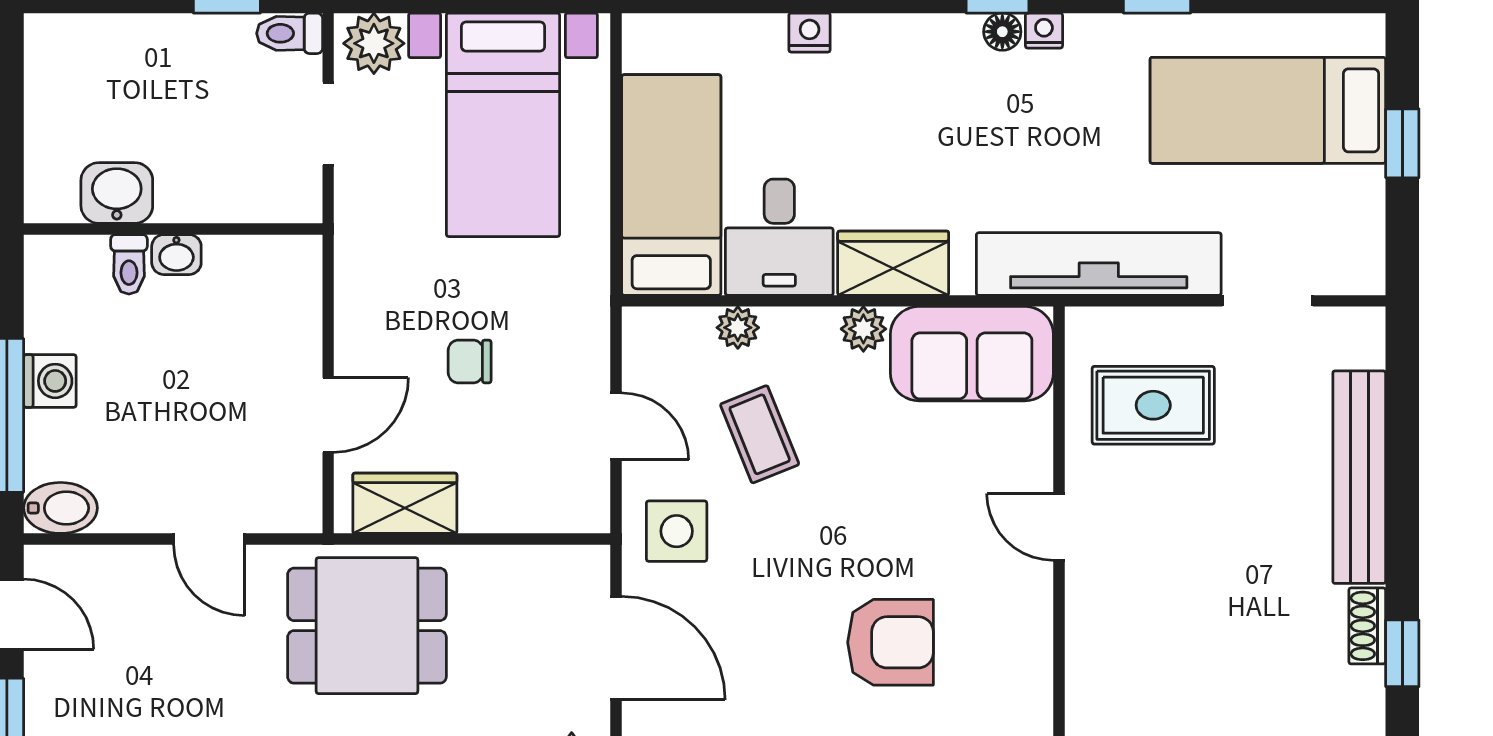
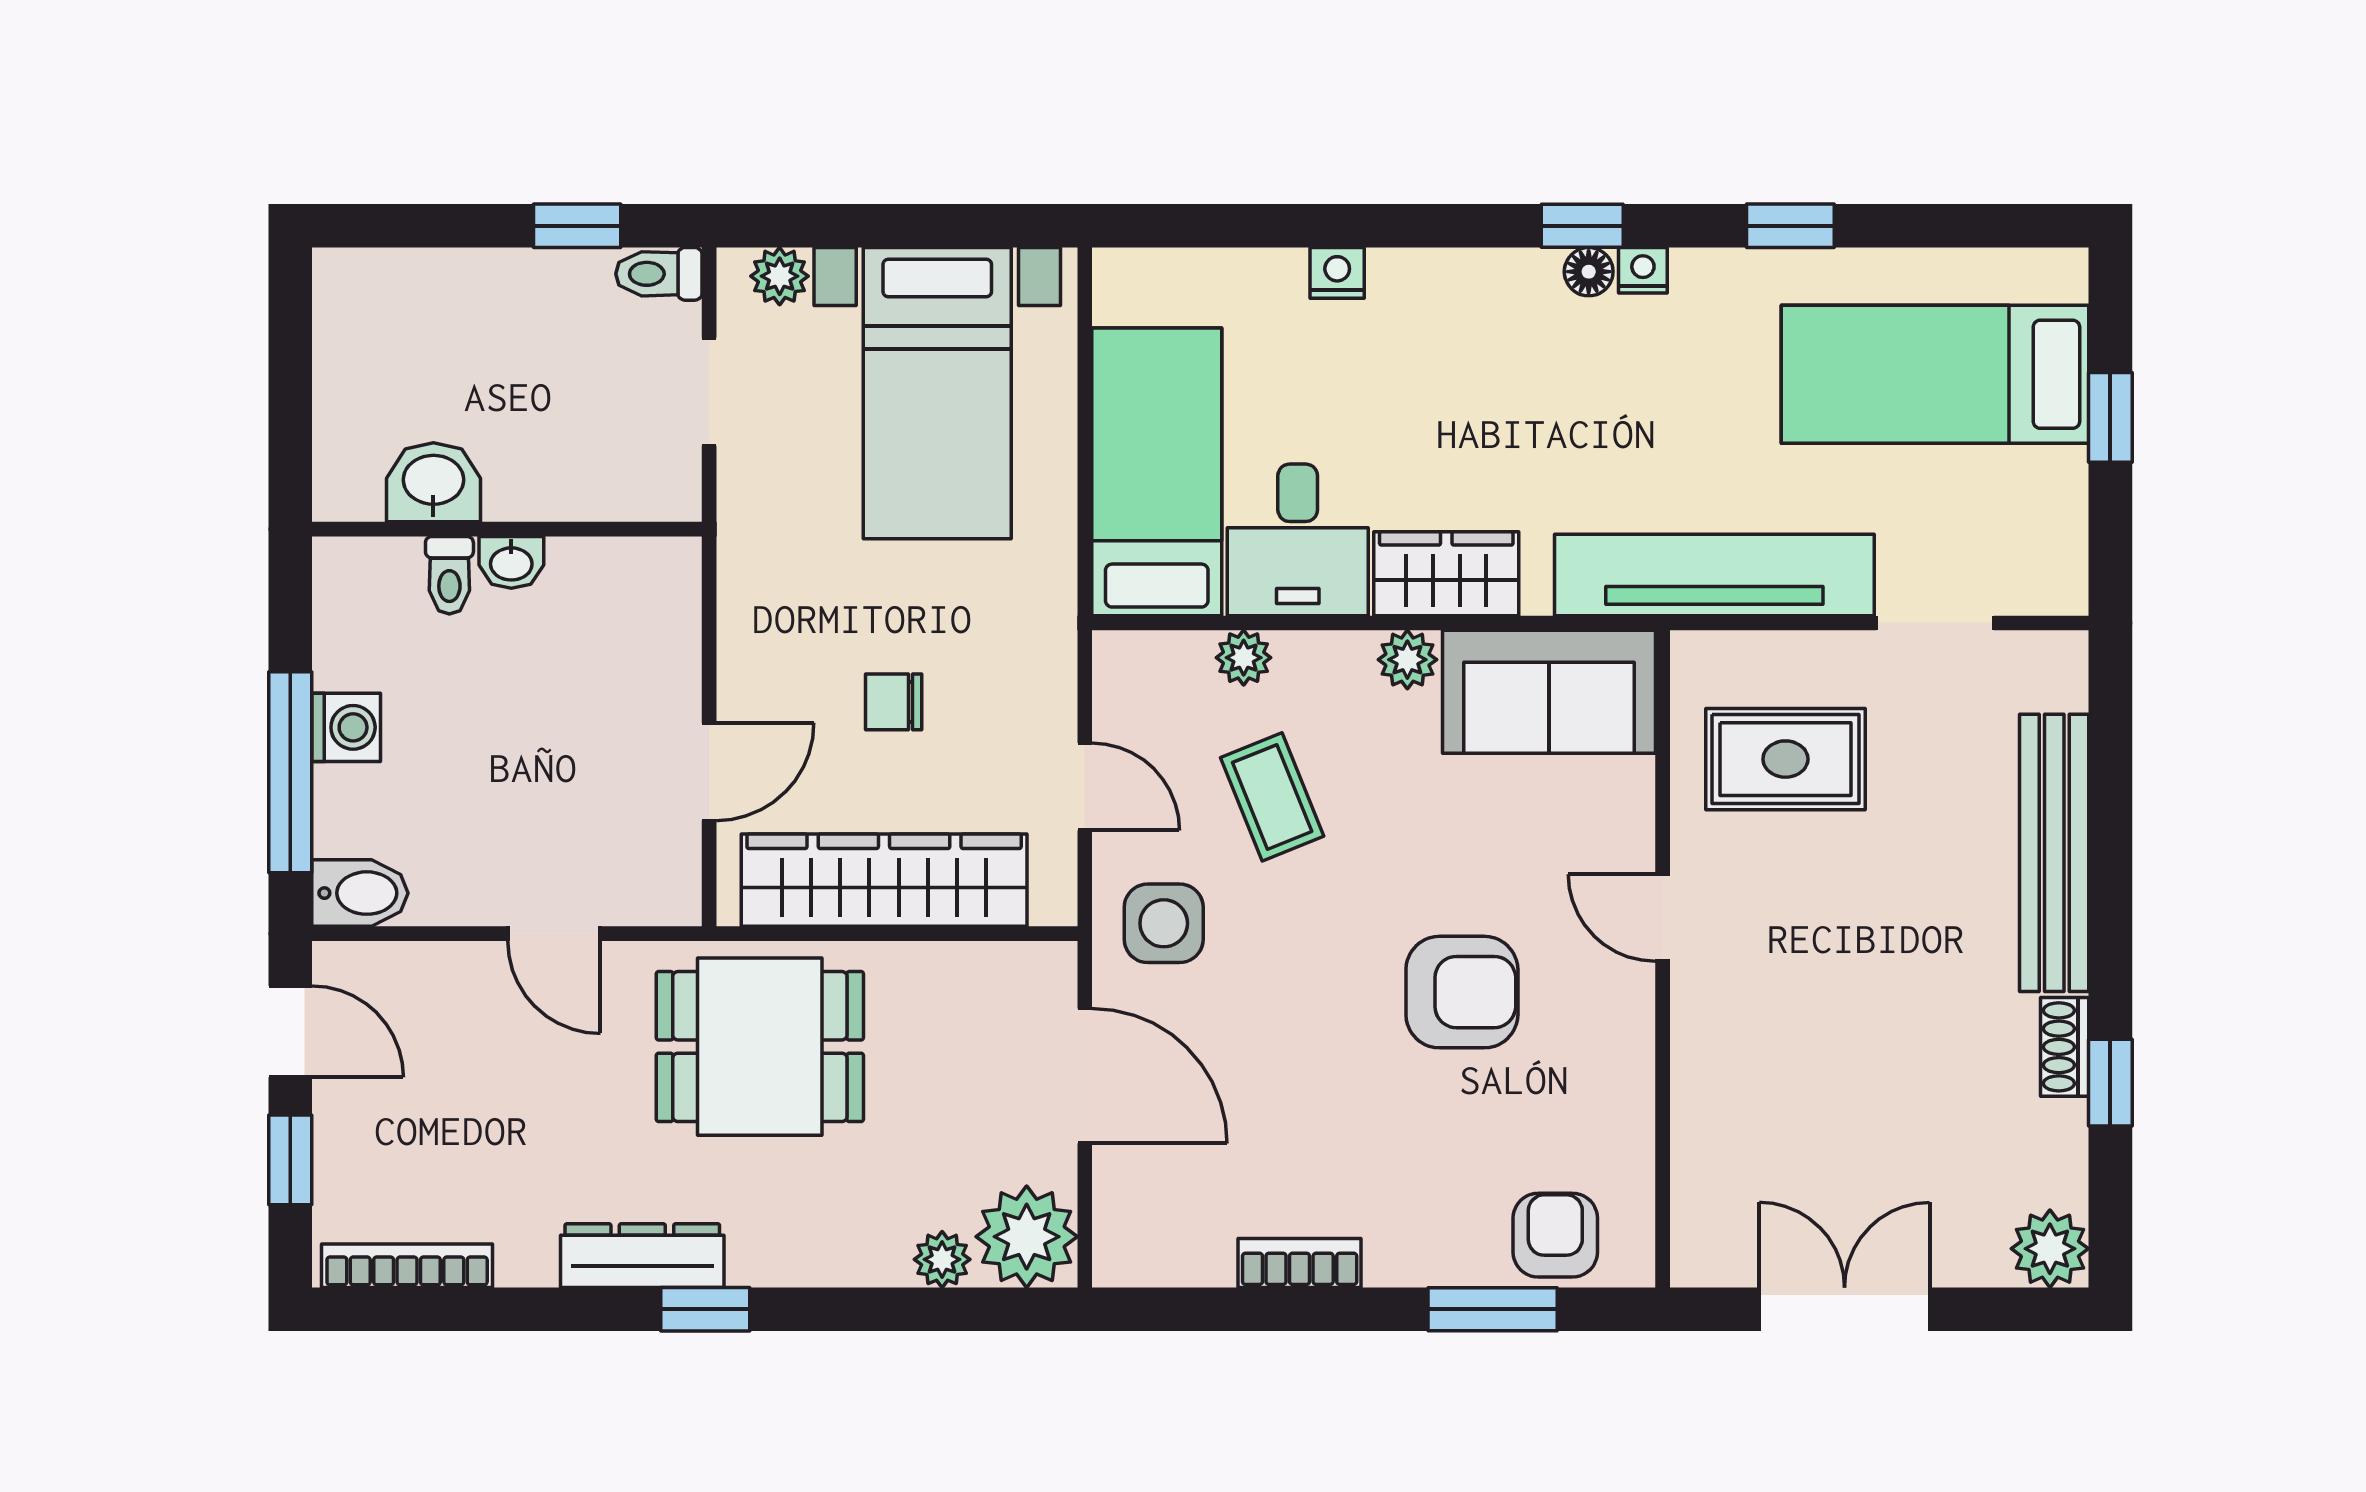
plant: (374, 43) -> (780, 276), width x0.73, depth x0.73
wardrobe: (405, 503) -> (884, 880), width x2.10, depth x1.17
armchair: (890, 642) -> (1462, 992), moved

